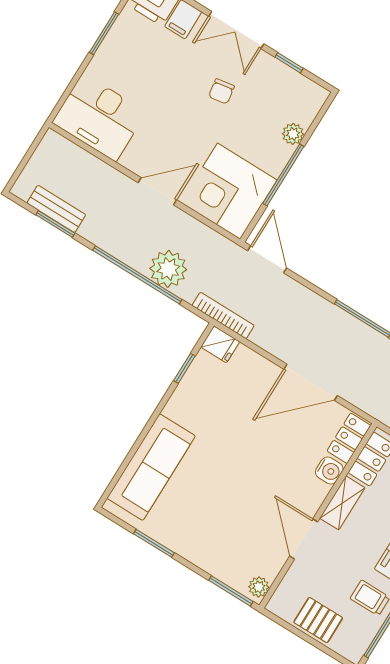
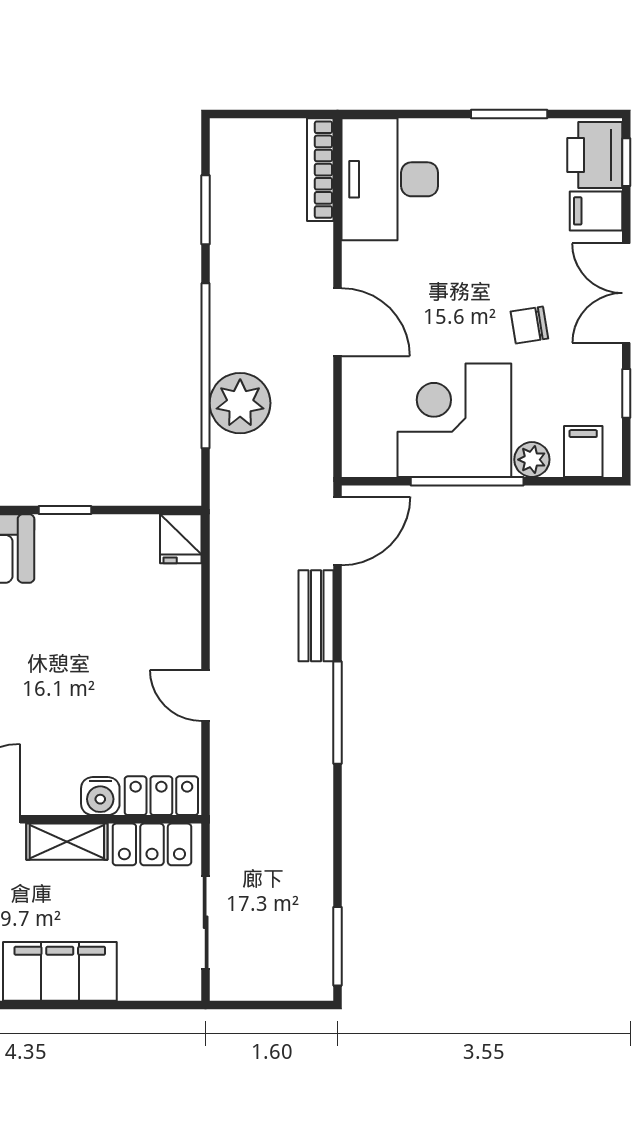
filing cabinet: (305, 104) -> (583, 451), added
corner desk: (229, 191) -> (454, 420), moved
bench: (56, 209) -> (316, 616), moved
bookcase: (223, 315) -> (320, 170), moved, turned 180
window: (184, 368) -> (65, 510), moved
door: (311, 382) -> (206, 695), width x0.53

